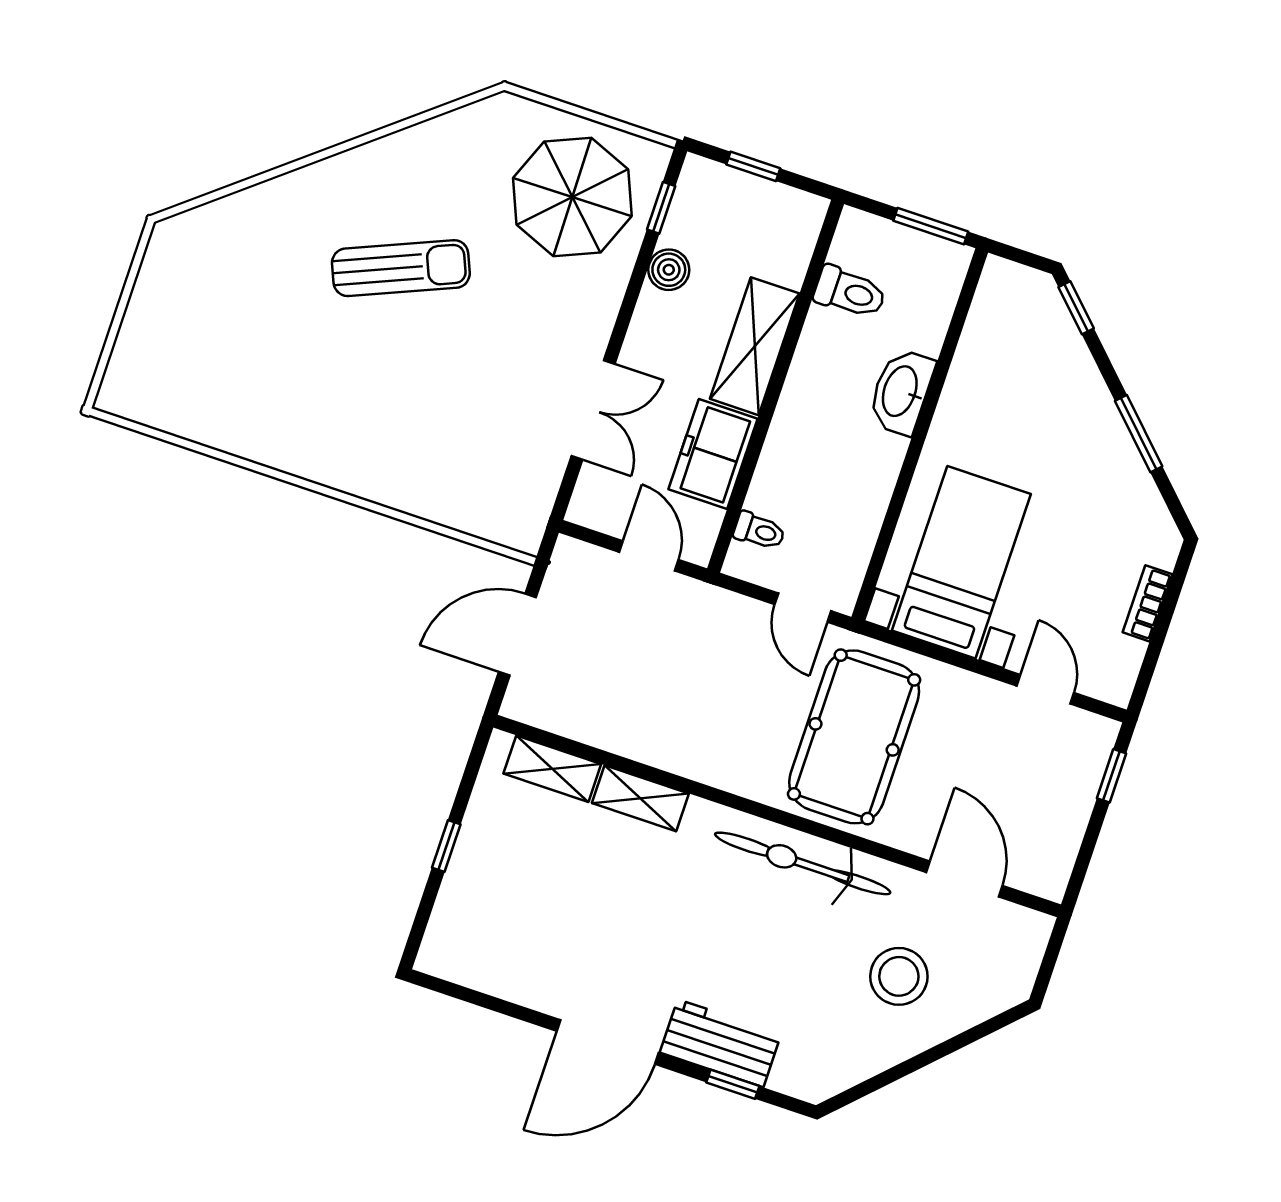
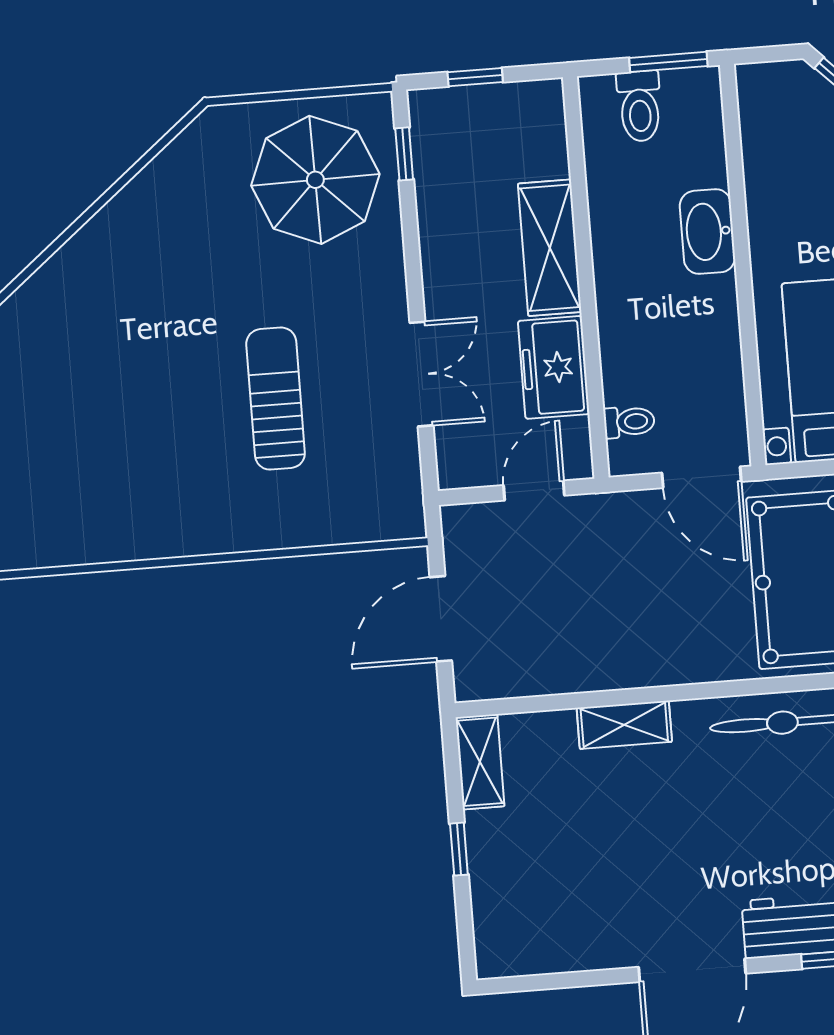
sun lounger: (401, 268) -> (276, 399), moved, turned -67
boiler: (669, 270) -> (437, 210), removed
toilet: (850, 292) -> (640, 106), moved, turned 90
door: (649, 556) -> (534, 490), hinge flipped
door: (803, 608) -> (702, 477), width x1.38
shelving: (552, 769) -> (480, 762), moved, turned 90

